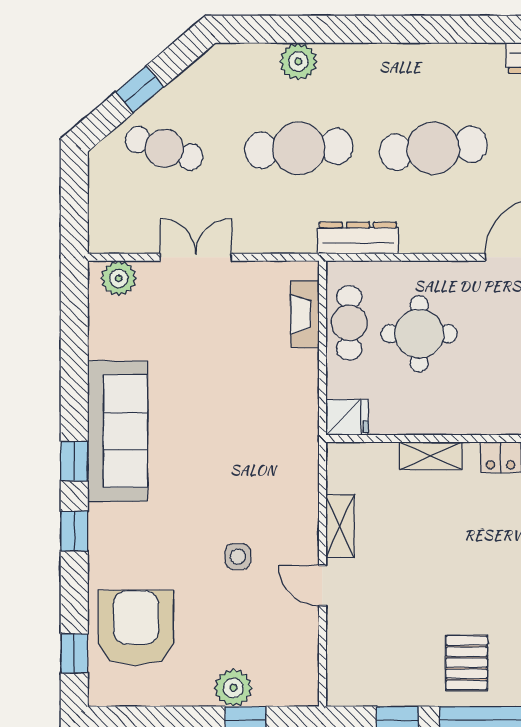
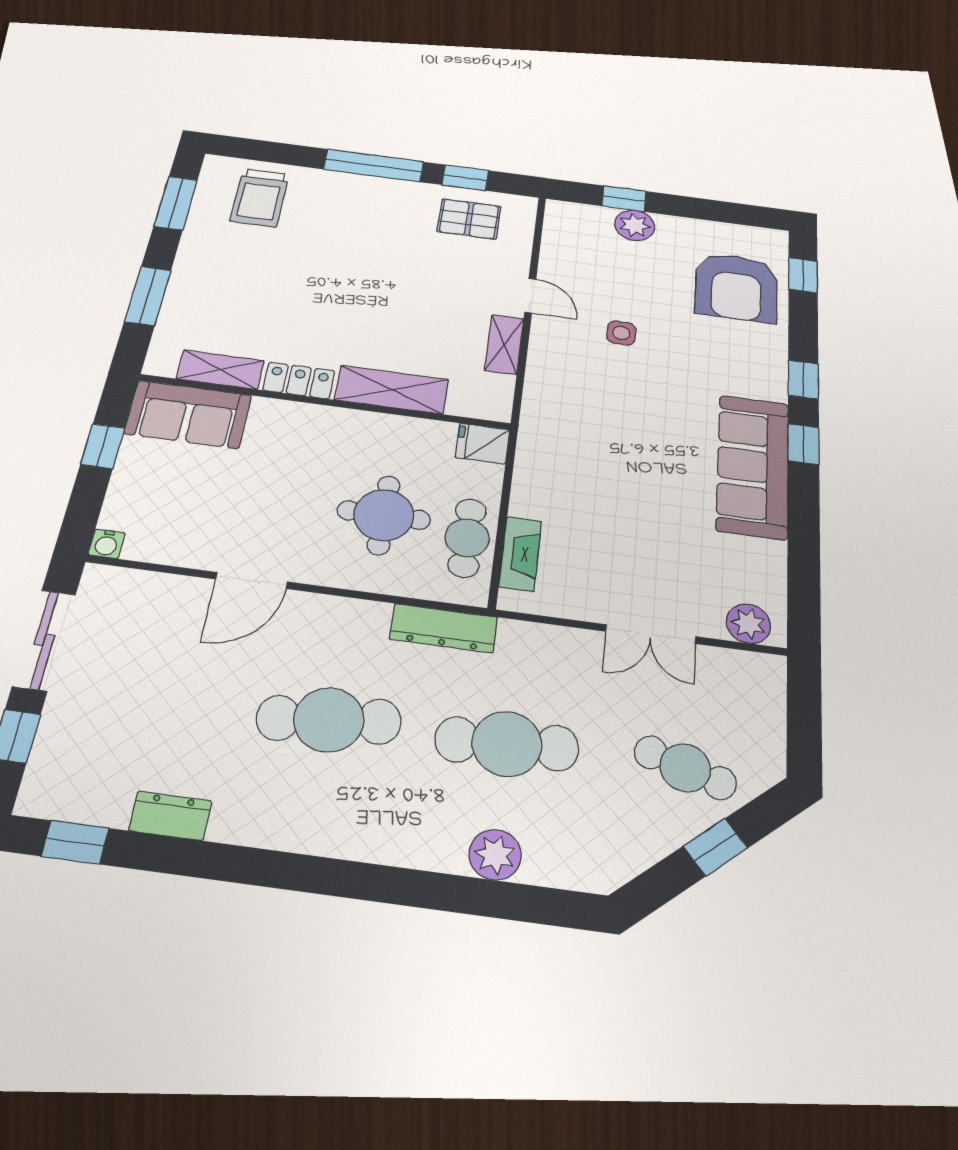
shelving: (431, 456) -> (392, 390), width x1.50, depth x1.33
pallet: (467, 663) -> (469, 219), moved, turned 90

